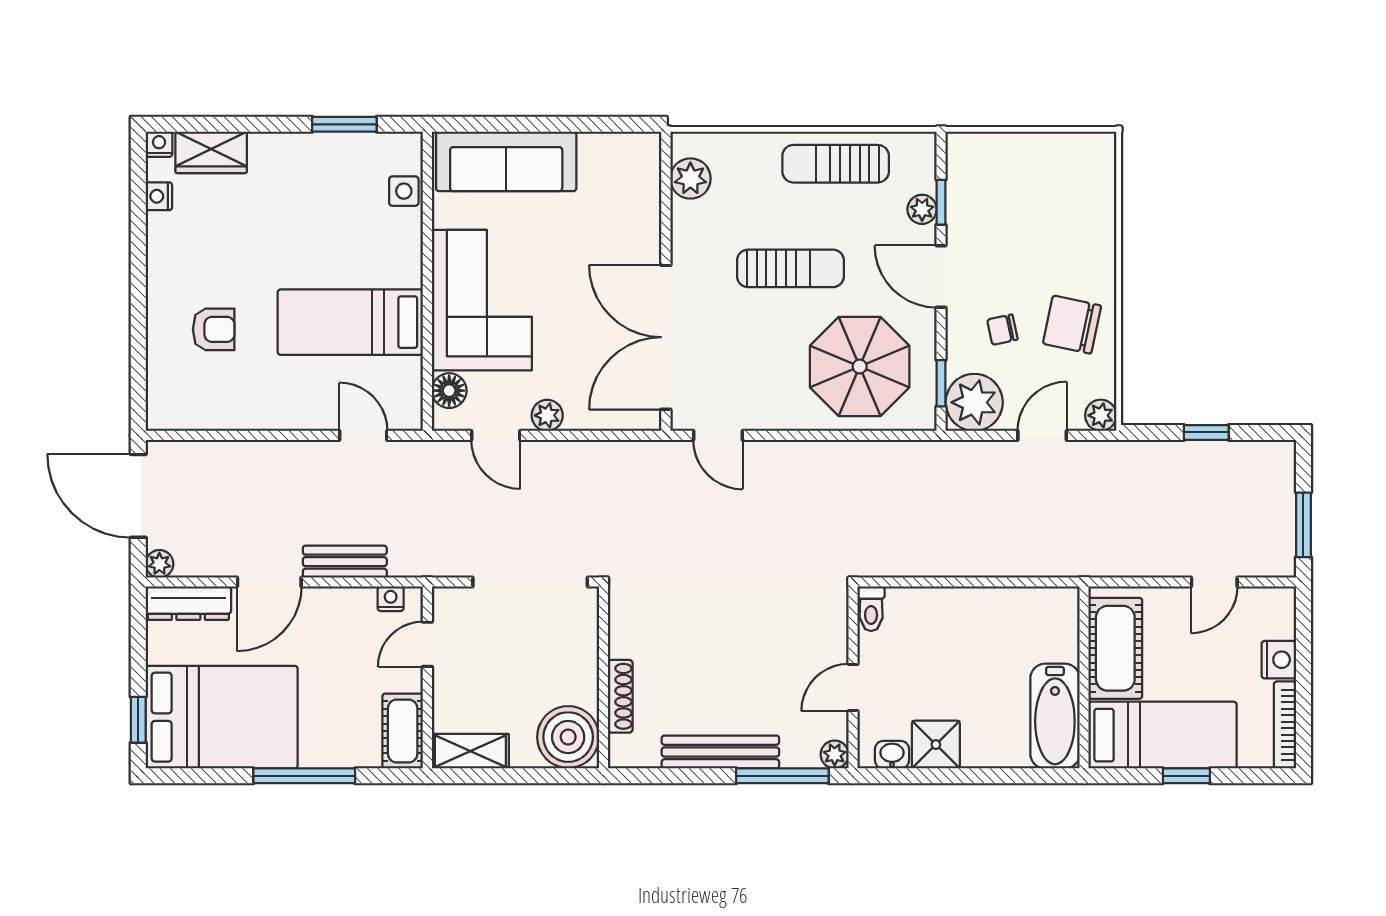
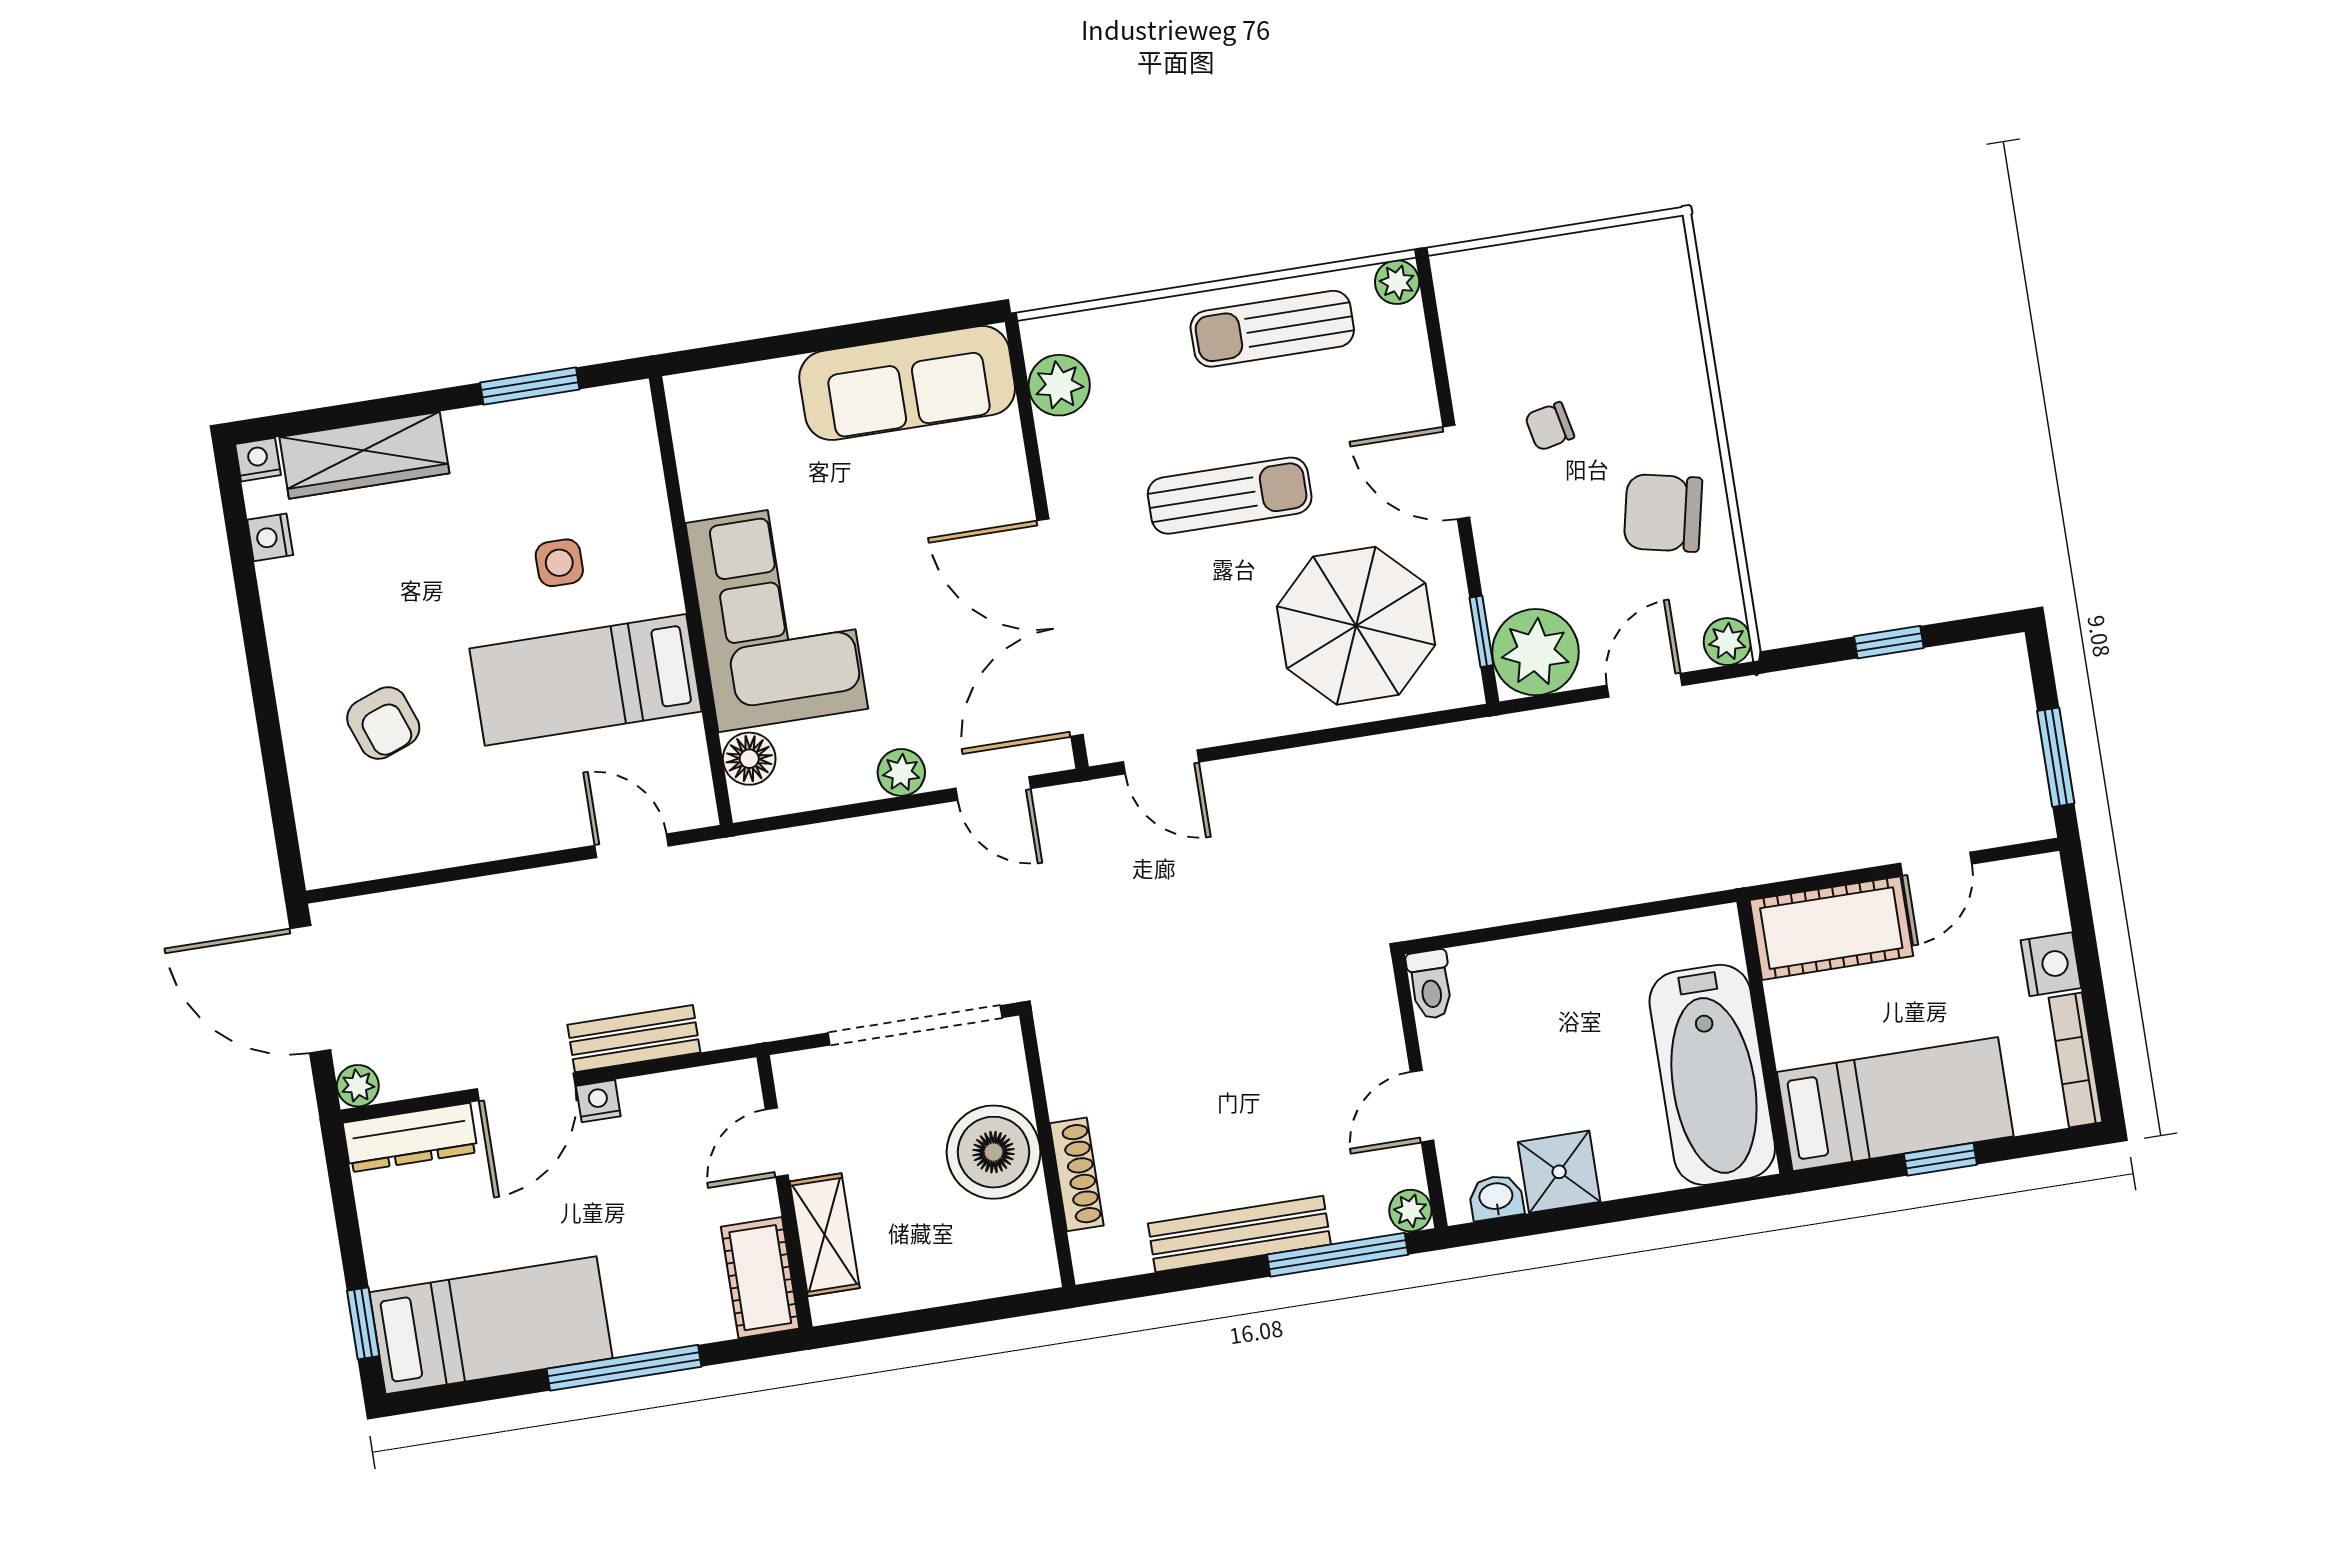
wardrobe: (211, 152) -> (364, 455), width x1.50
sofa: (506, 161) -> (907, 383), moved
side table: (404, 191) -> (559, 563), moved
window: (941, 202) -> (1439, 361), removed
plant: (922, 209) -> (1397, 282), moved
armchair: (214, 329) -> (383, 723), turned 70
chair: (1002, 330) -> (1549, 426), moved
door: (496, 435) -> (993, 788), moved
nightstand: (391, 599) -> (598, 1101), moved
cot: (1115, 648) -> (1831, 928), moved, turned 90
bathtub: (1055, 716) -> (1712, 1075), width x1.36, depth x1.36
bed: (222, 717) -> (491, 1325), width x0.67
boiler: (568, 737) -> (993, 1152), moved
shelving: (470, 751) -> (825, 1235), moved, turned 90

